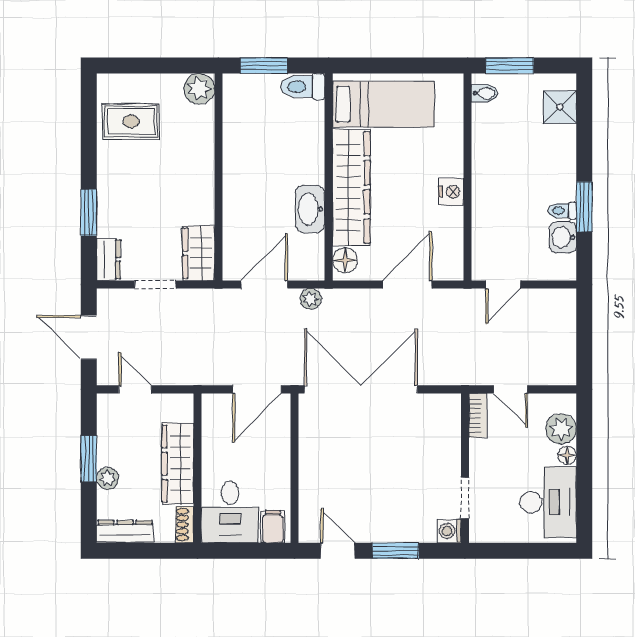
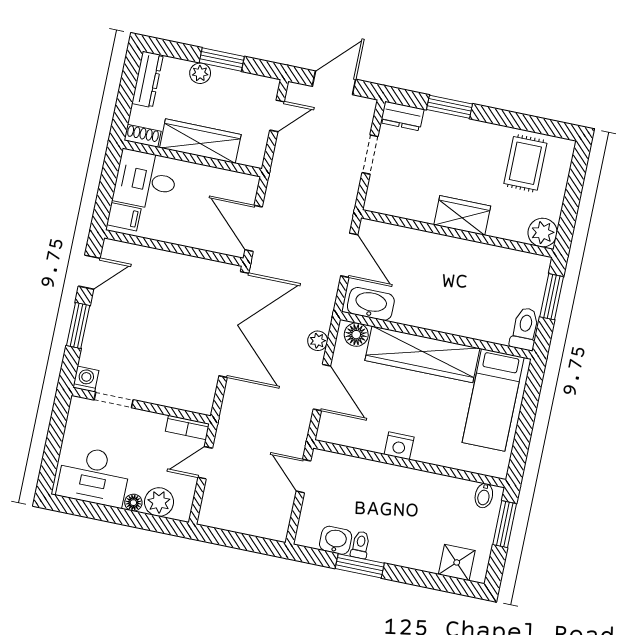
washbasin: (310, 209) -> (371, 304), moved
wardrobe: (199, 253) -> (462, 215), moved
plant: (311, 299) -> (318, 341), moved

